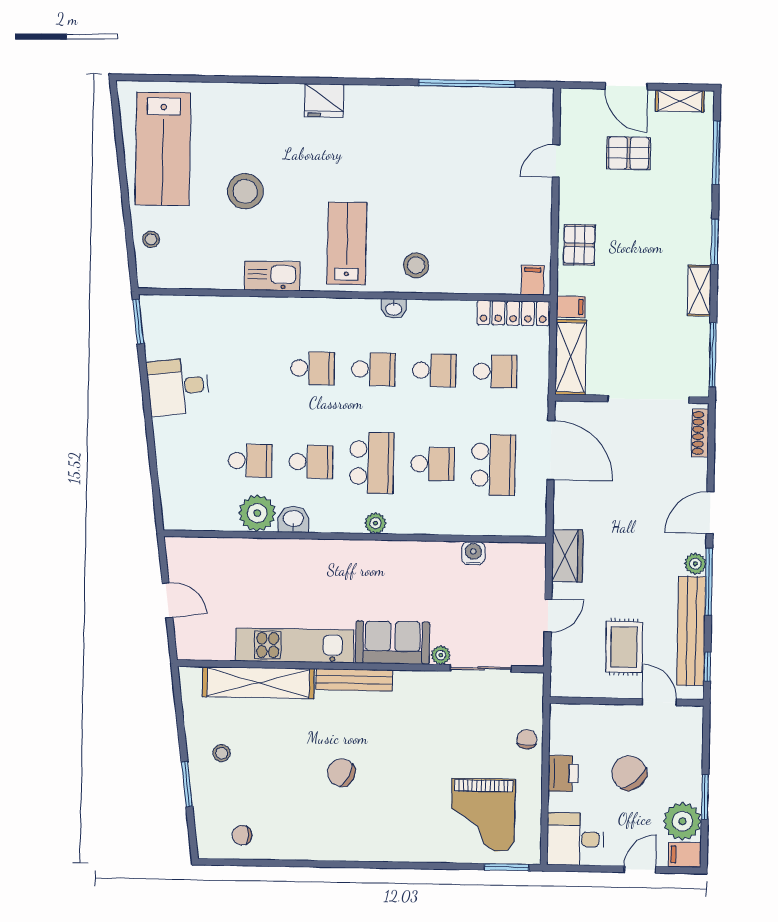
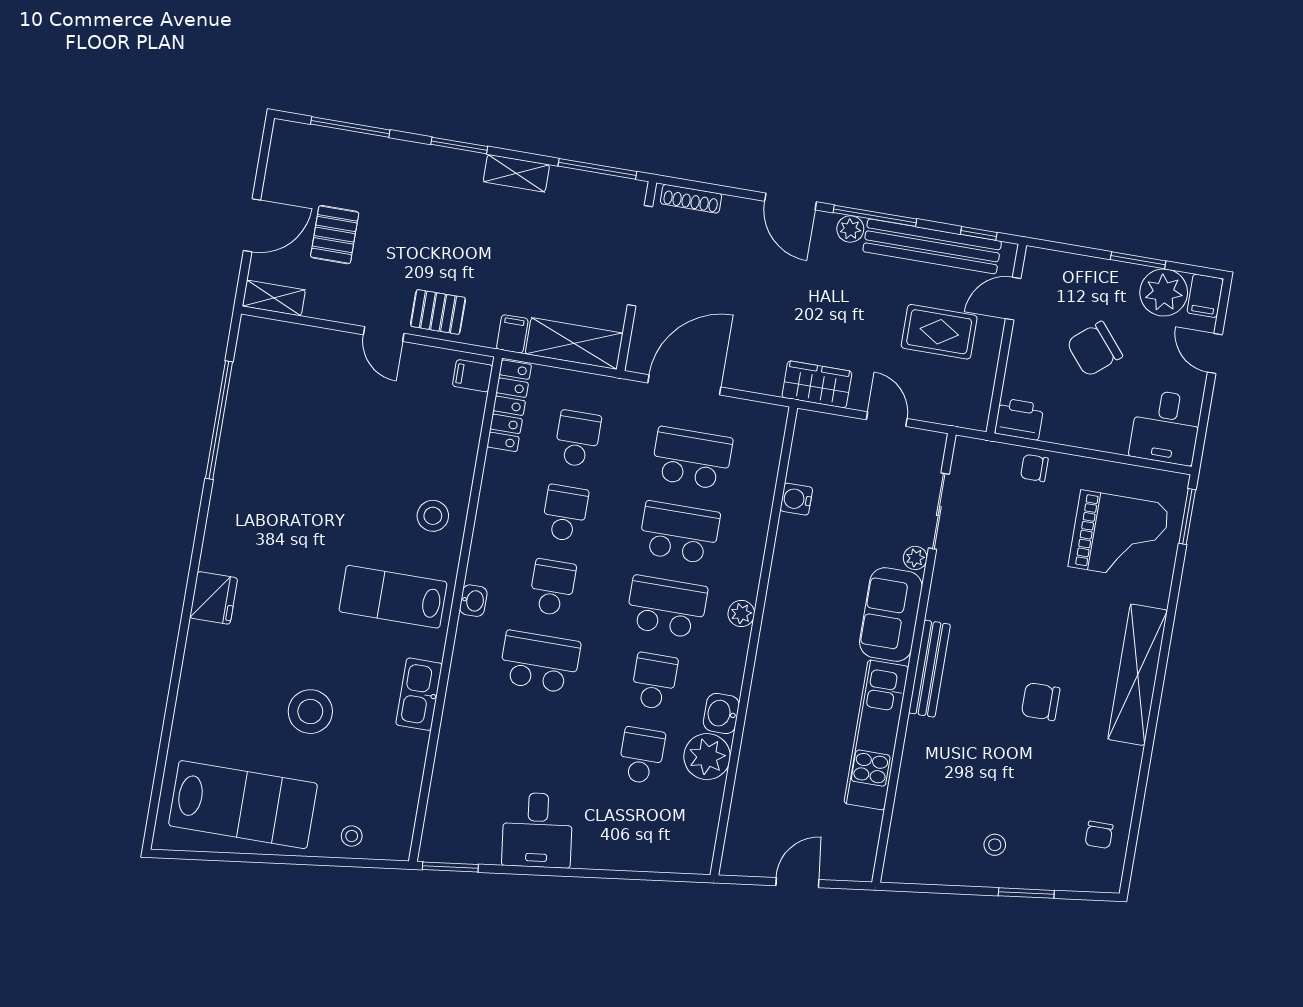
shelving: (680, 101) -> (274, 298), moved, turned 90
door: (556, 161) -> (384, 334), moved
washbasin: (394, 309) -> (473, 601), moved
school desk: (313, 368) -> (540, 662), width x1.85
school desk: (433, 464) -> (679, 532), width x1.85
shelving: (258, 683) -> (1138, 675), moved
chair: (341, 772) -> (1041, 702), turned 63
printer: (563, 773) -> (1019, 419), moved

